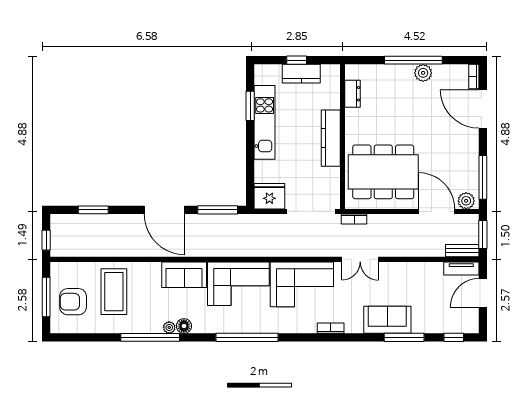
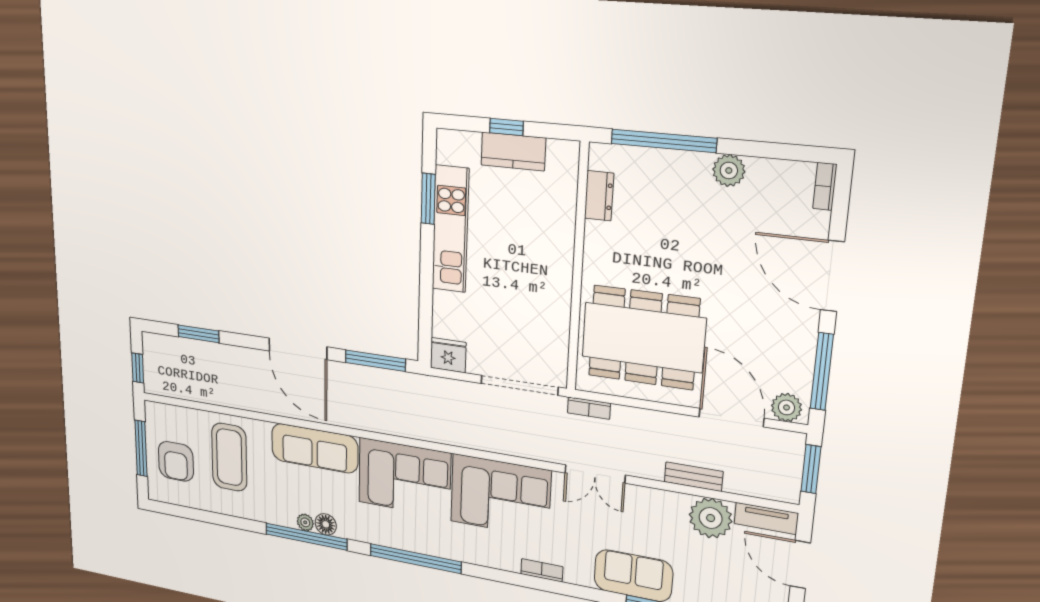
window: (413, 60) -> (664, 141), moved
door: (483, 109) -> (832, 276), moved
kitchen counter: (331, 138) -> (558, 269), removed
fridge: (269, 196) -> (448, 355), width x0.73, depth x0.75
bench: (462, 251) -> (694, 477), moved
plant: (430, 274) -> (711, 518), added
sofa: (184, 275) -> (315, 448), width x1.36
door: (483, 293) -> (800, 565), hinge flipped
armchair: (73, 302) -> (176, 461), turned -90
window: (150, 337) -> (306, 537), moved

